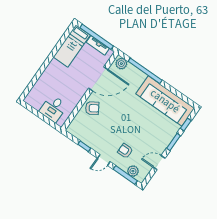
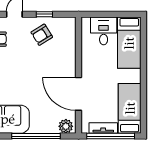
door: (98, 79) -> (79, 94), hinge flipped
bed: (42, 89) -> (129, 43), added
armchair: (92, 108) -> (42, 35), moved

